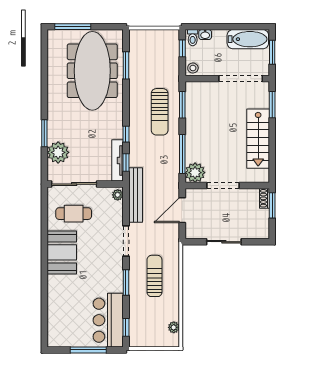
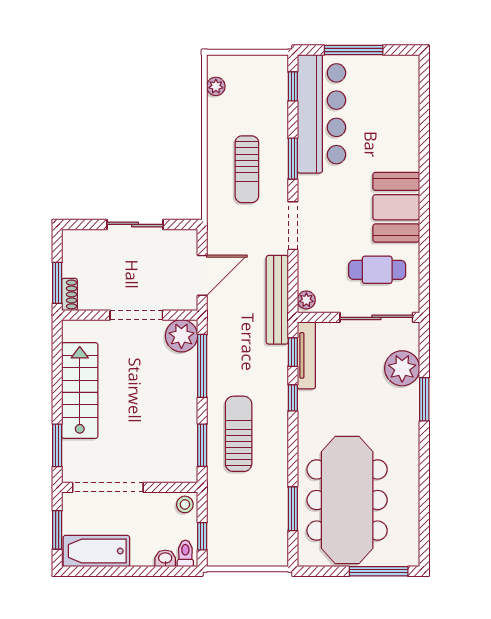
bar counter: (108, 320) -> (321, 114), width x1.36

